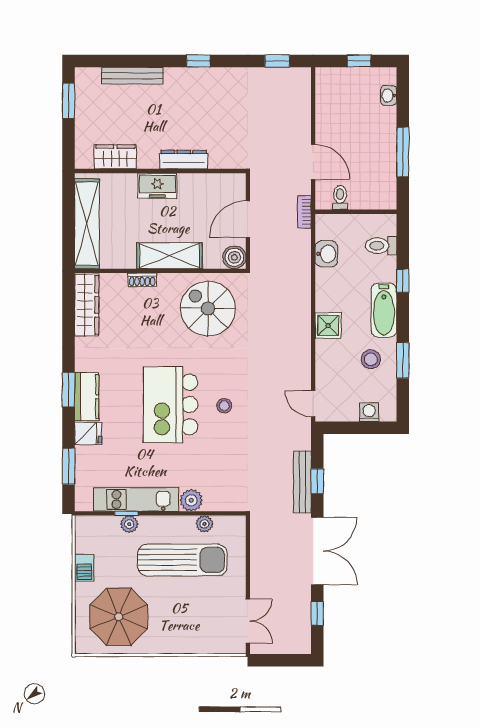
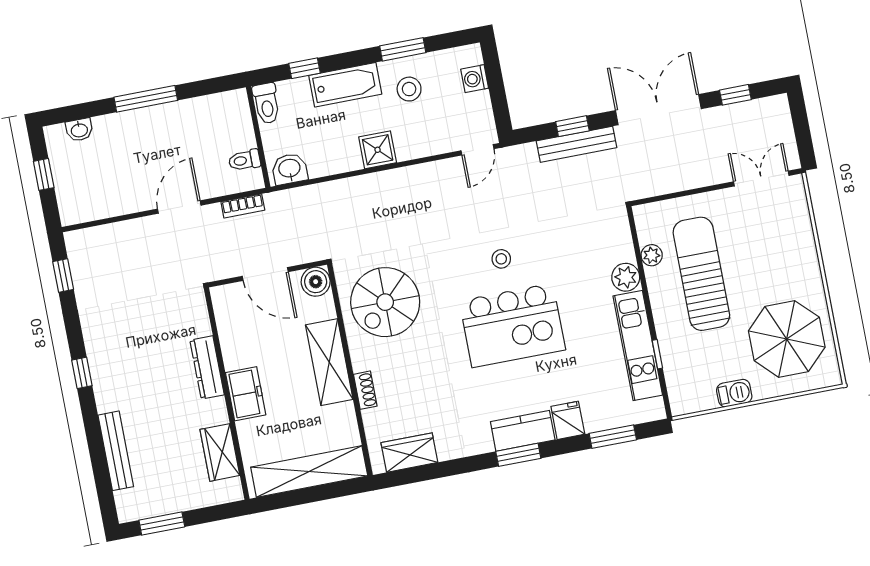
toilet: (340, 198) -> (244, 160), moved
wall: (356, 212) -> (258, 137), moved
wardrobe: (87, 305) -> (409, 453), width x0.67
plant: (129, 524) -> (670, 348), removed

